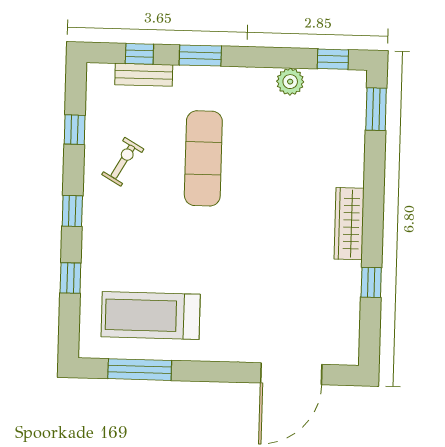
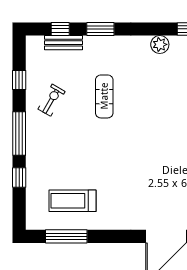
exercise mat: (203, 158) -> (104, 96), width x0.73, depth x0.69
window: (72, 211) -> (19, 133), width x2.17
treadmill: (151, 316) -> (73, 201), width x0.73, depth x0.73

